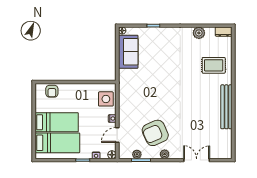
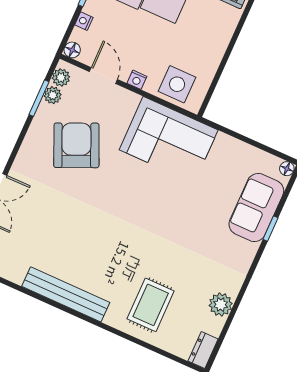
sofa: (128, 52) -> (256, 207), moved, turned 90
corner sofa: (133, 91) -> (169, 140), added
plant: (165, 154) -> (61, 77), moved

